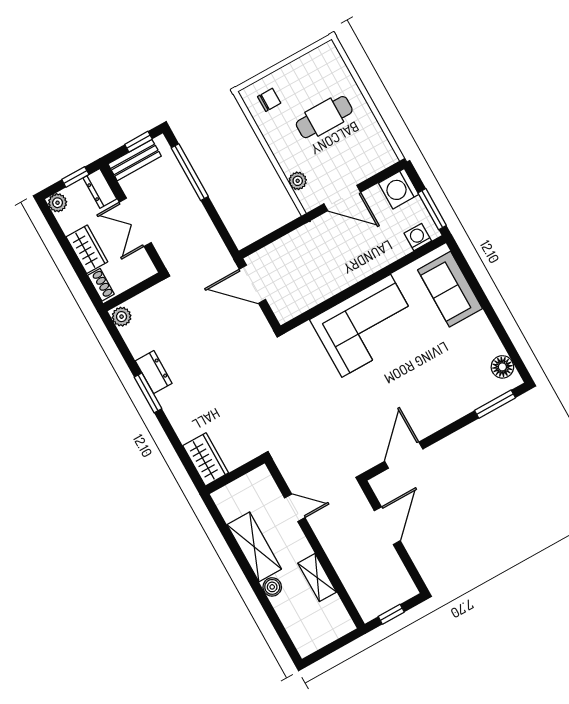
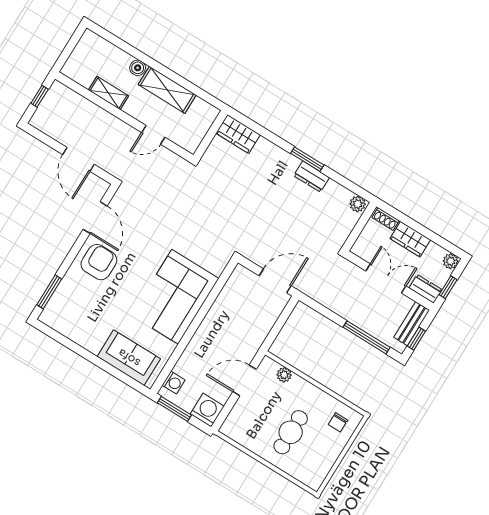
floor lamp: (502, 367) -> (59, 322), removed
armchair: (426, 406) -> (99, 262), added

